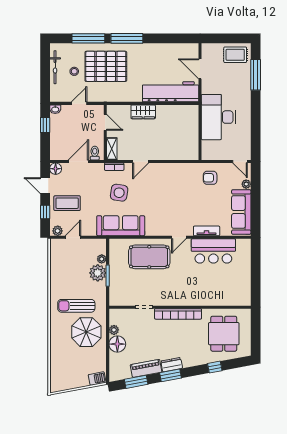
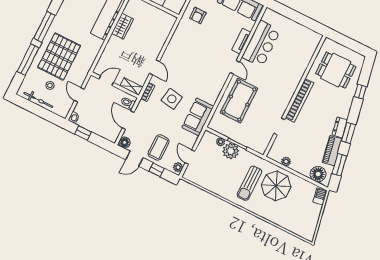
wardrobe: (143, 112) -> (123, 26), moved
sofa: (121, 226) -> (198, 117), width x0.73
floor lamp: (117, 344) -> (318, 174), moved

